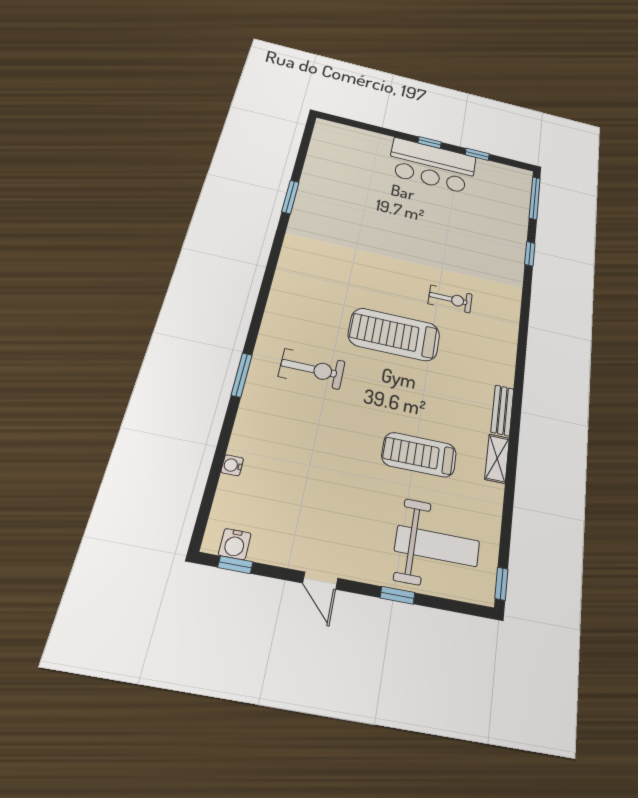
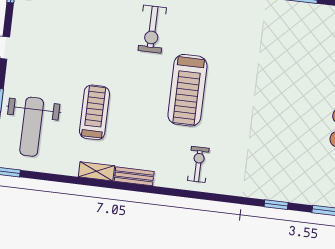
exercise bike: (450, 299) -> (198, 164), moved, turned 180
treadmill: (394, 334) -> (187, 90), turned 180

